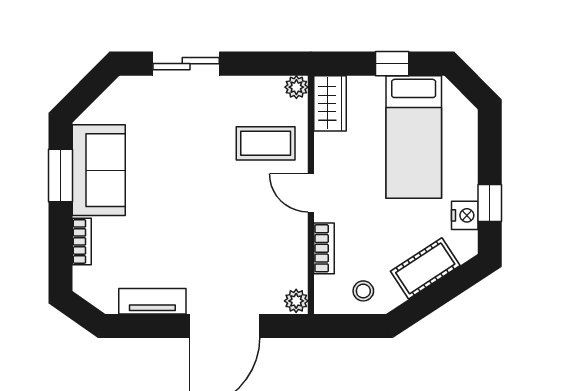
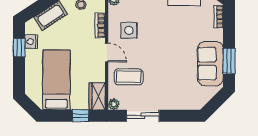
sliding door: (186, 64) -> (143, 116), moved
window: (392, 64) -> (81, 116), moved
side table: (265, 238) -> (129, 30), added
bookcase: (82, 241) -> (219, 17), moved

